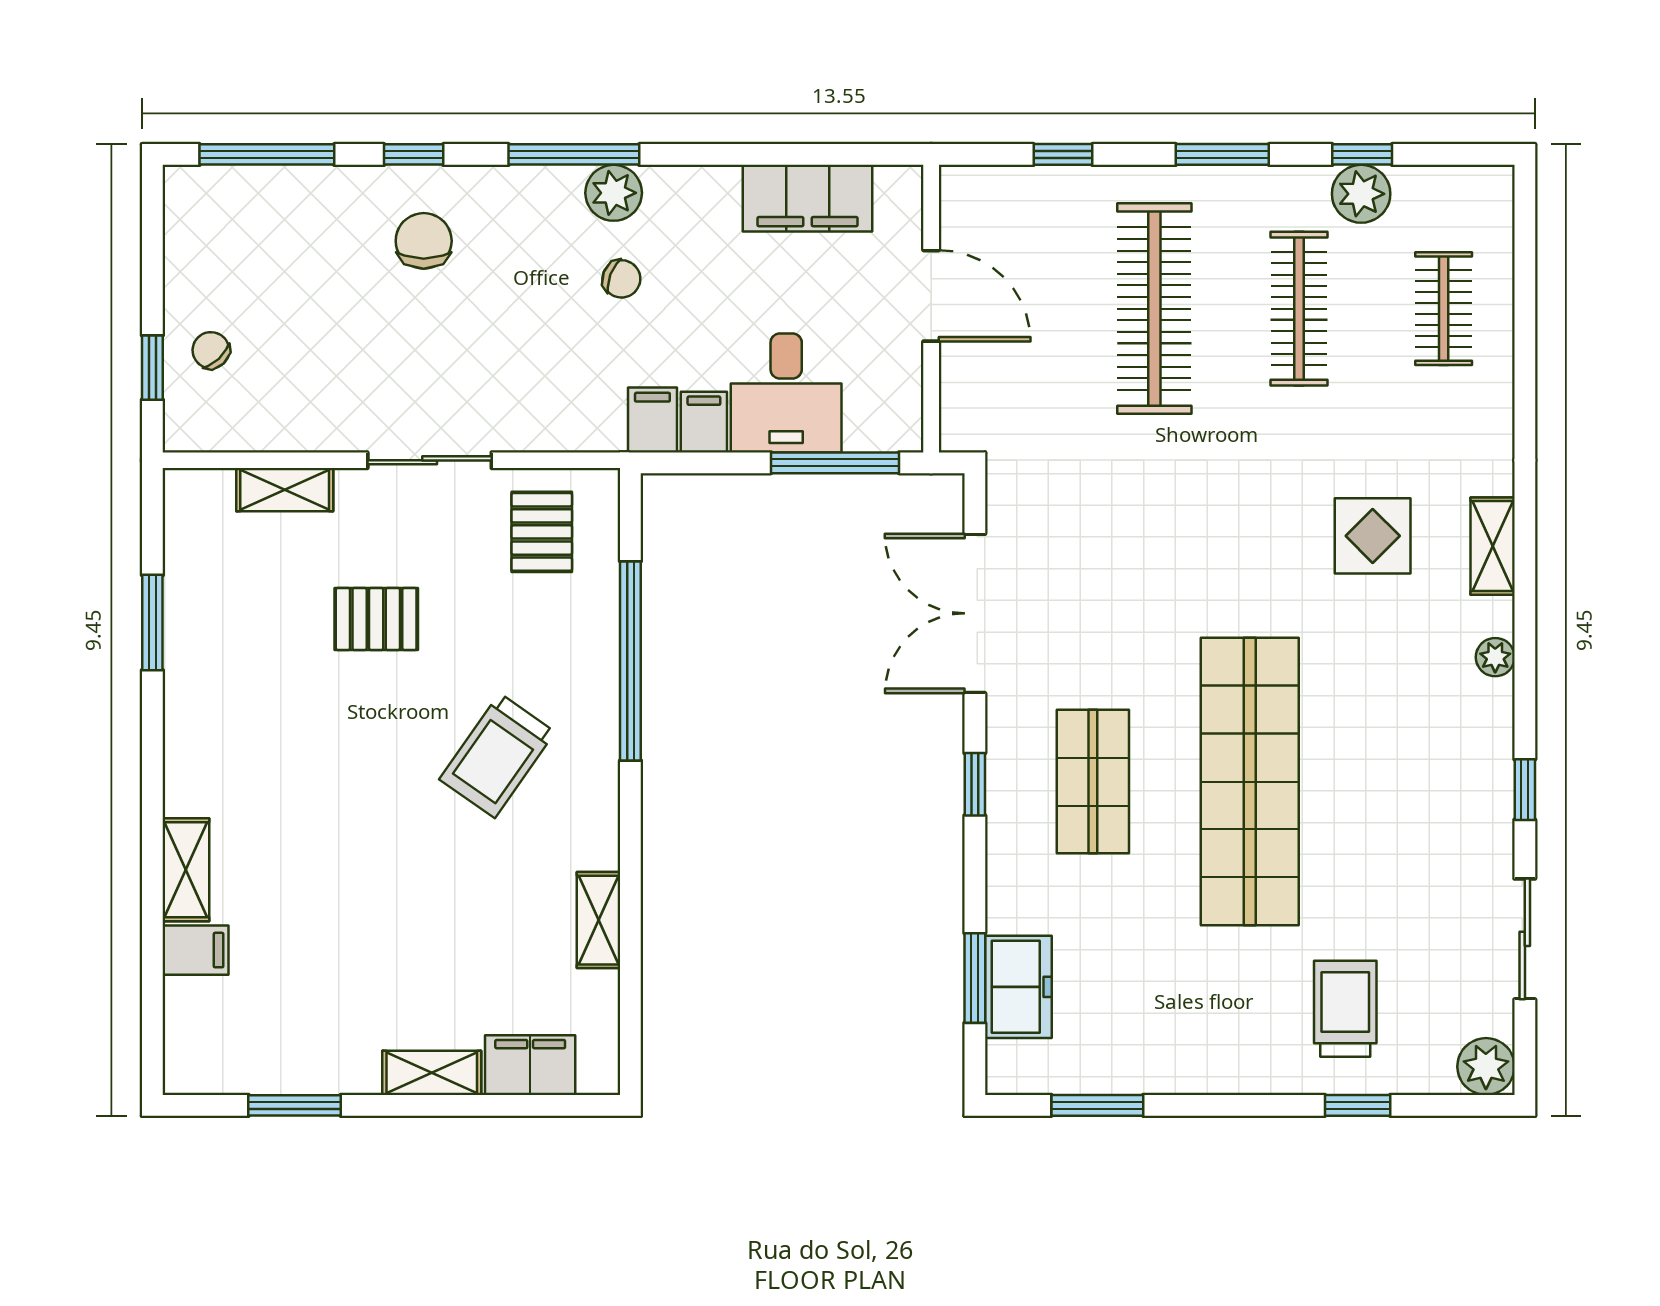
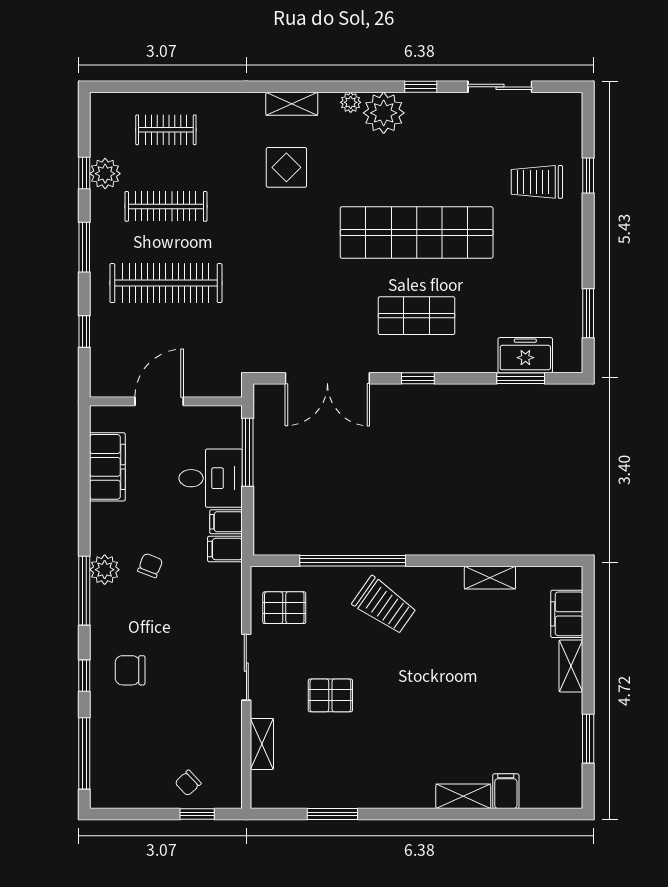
pallet: (376, 619) -> (330, 695), turned 90
trolley: (497, 756) -> (384, 605), moved
plant: (1486, 1067) -> (384, 113), moved, width x1.36, depth x1.36

